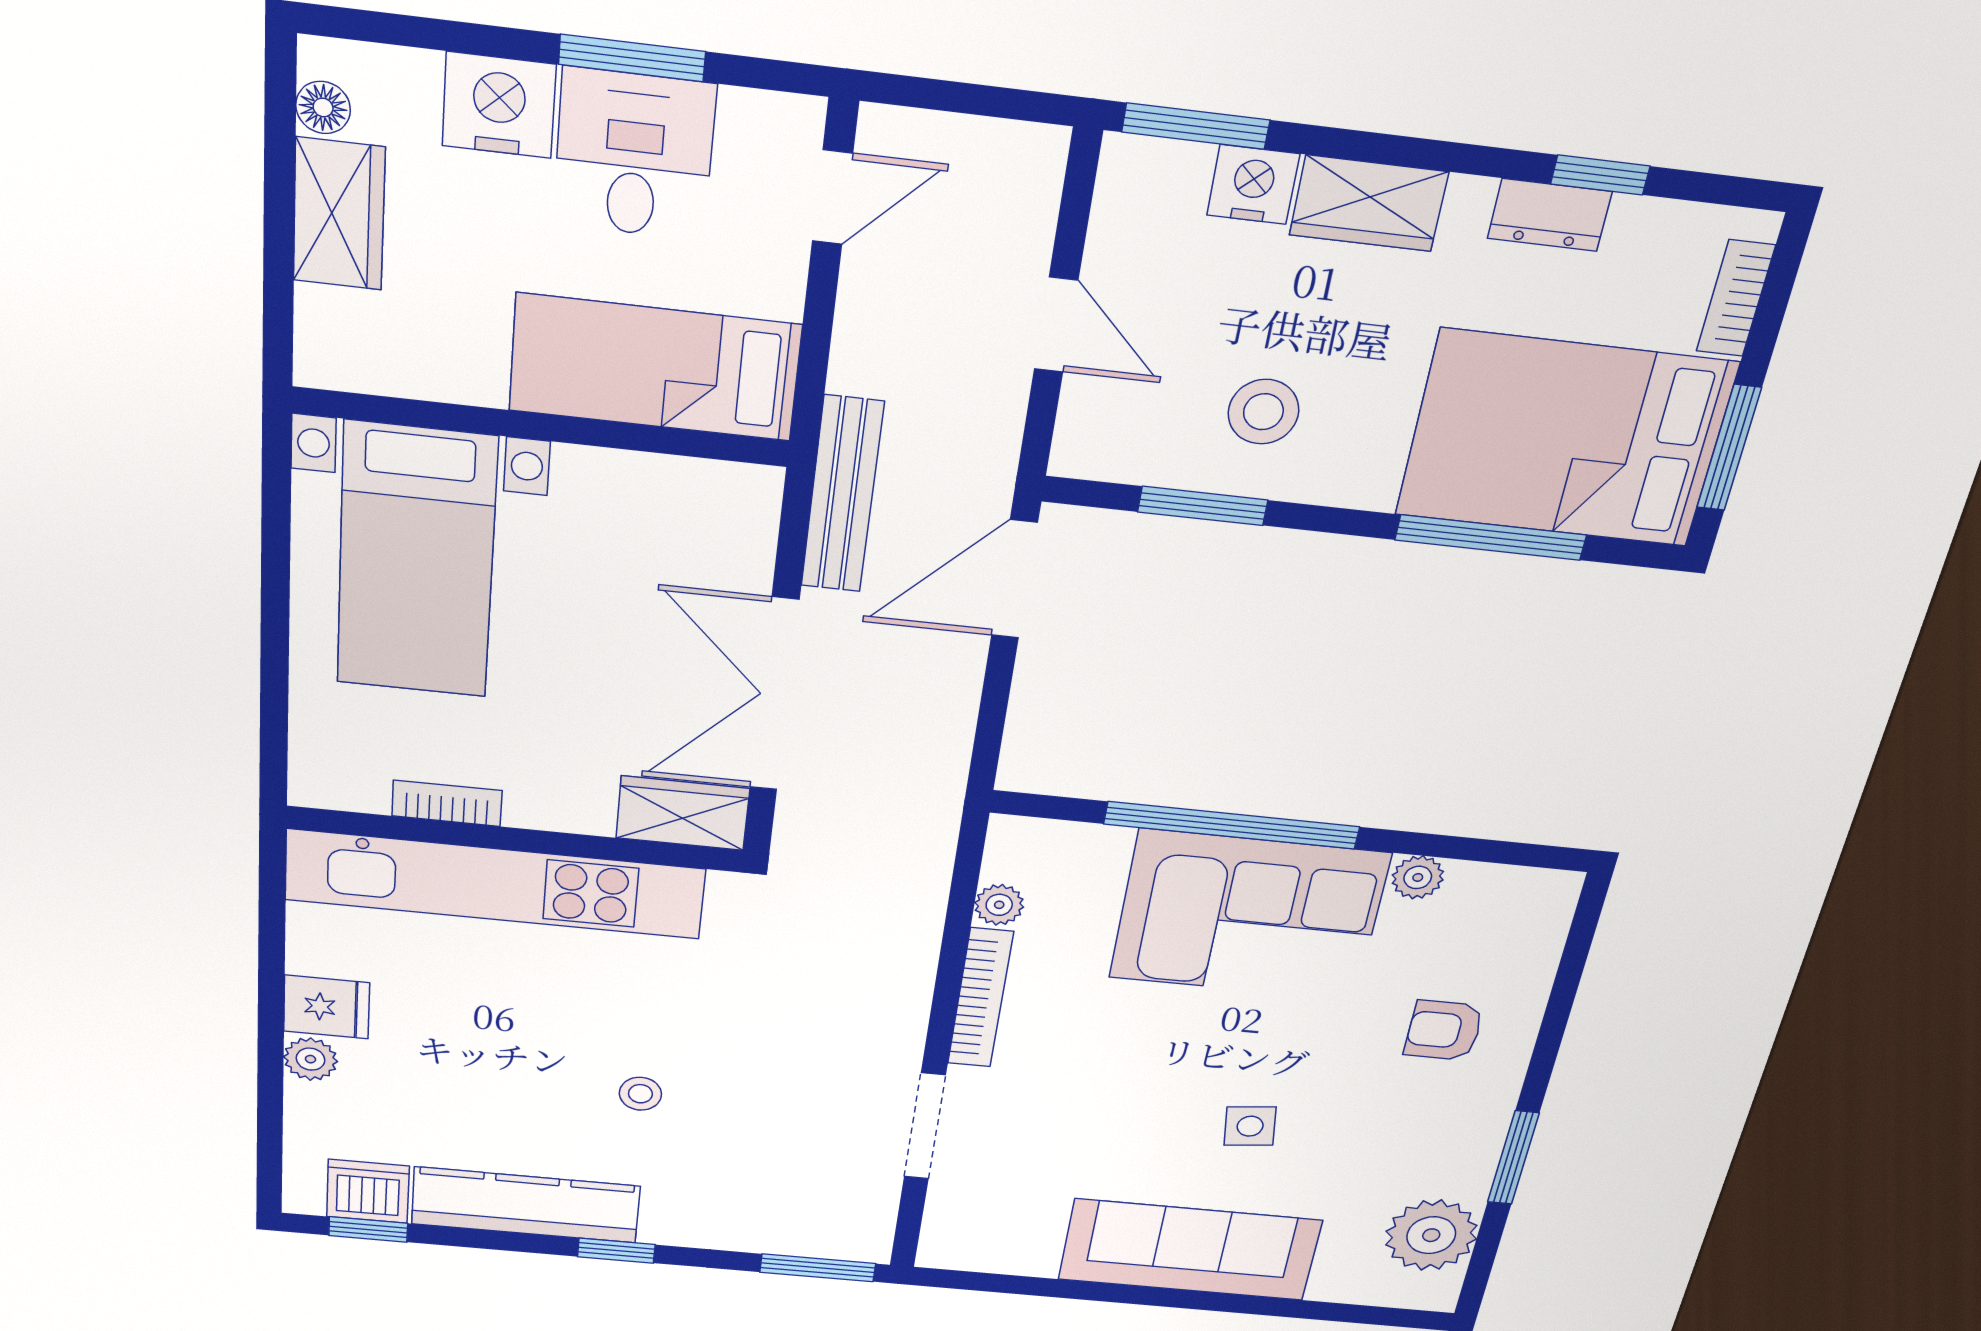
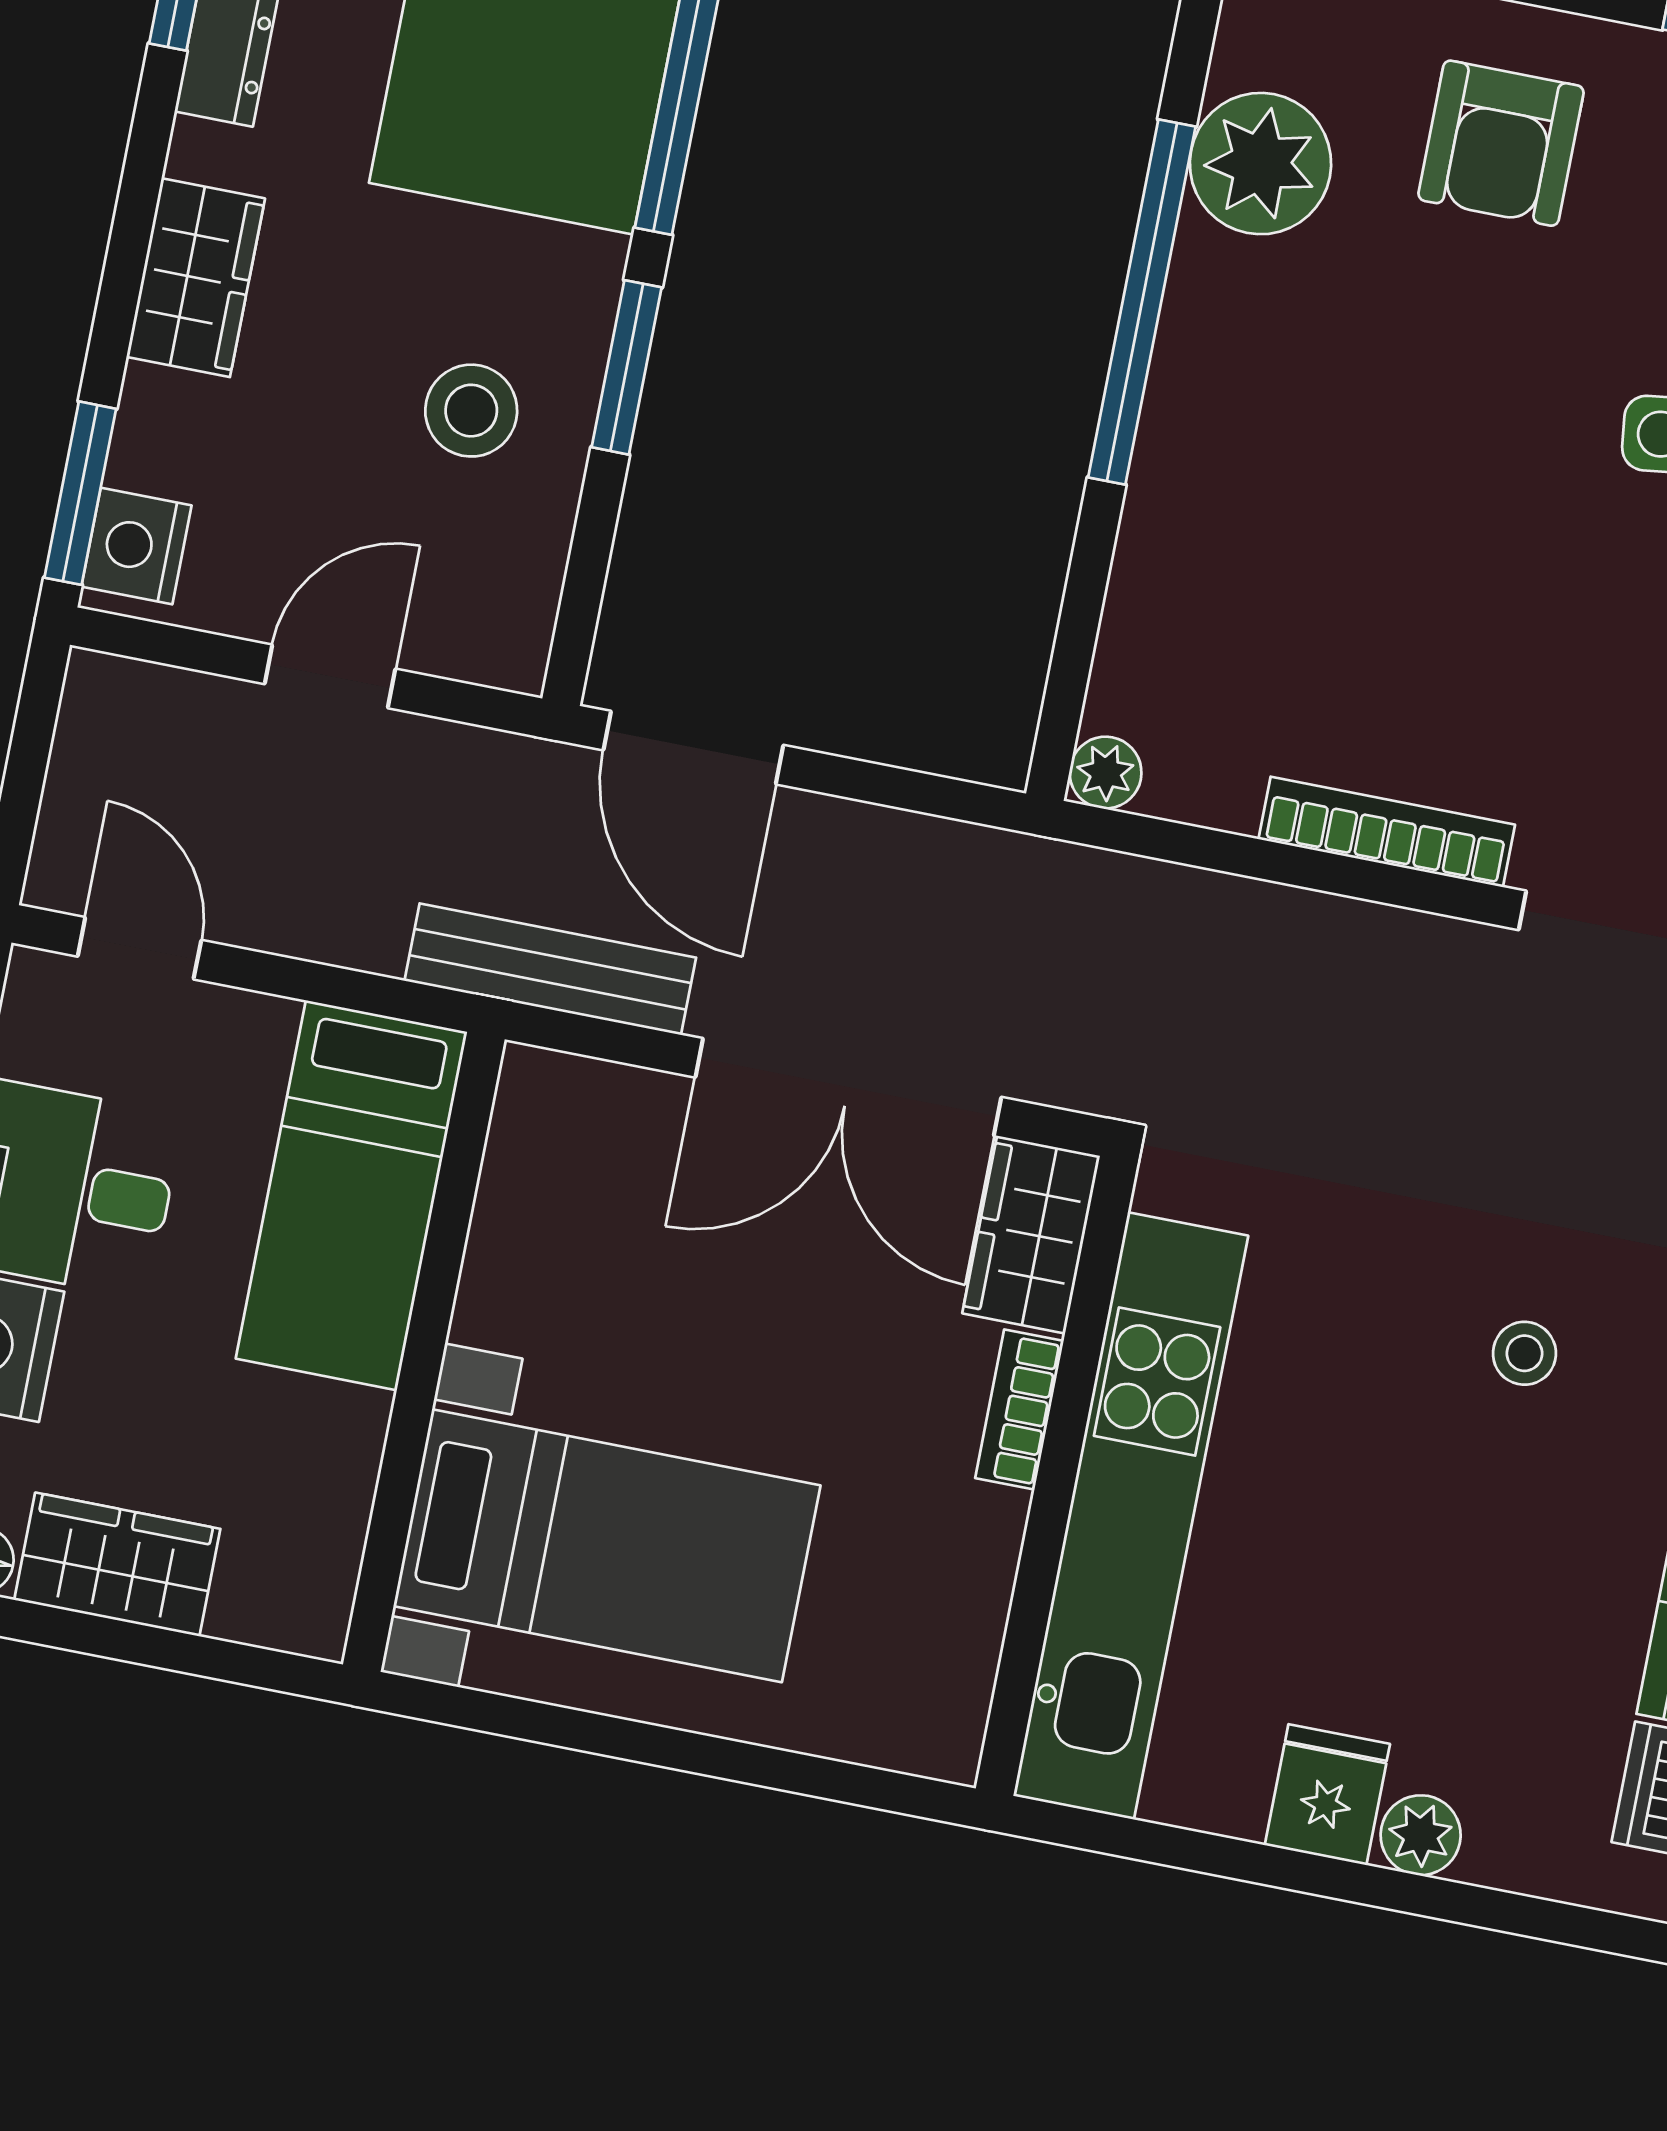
nightstand: (1253, 185) -> (136, 546), moved
window: (1203, 506) -> (627, 367), moved
bookcase: (447, 803) -> (1019, 1410), moved
window: (1232, 825) -> (1142, 302), moved
plant: (1418, 877) -> (1260, 164), width x1.87, depth x1.87
plant: (999, 905) -> (1106, 773), moved
corner sofa: (1249, 916) -> (1270, 434), removed
armchair: (1444, 1030) -> (1501, 143), width x1.38, depth x1.38

